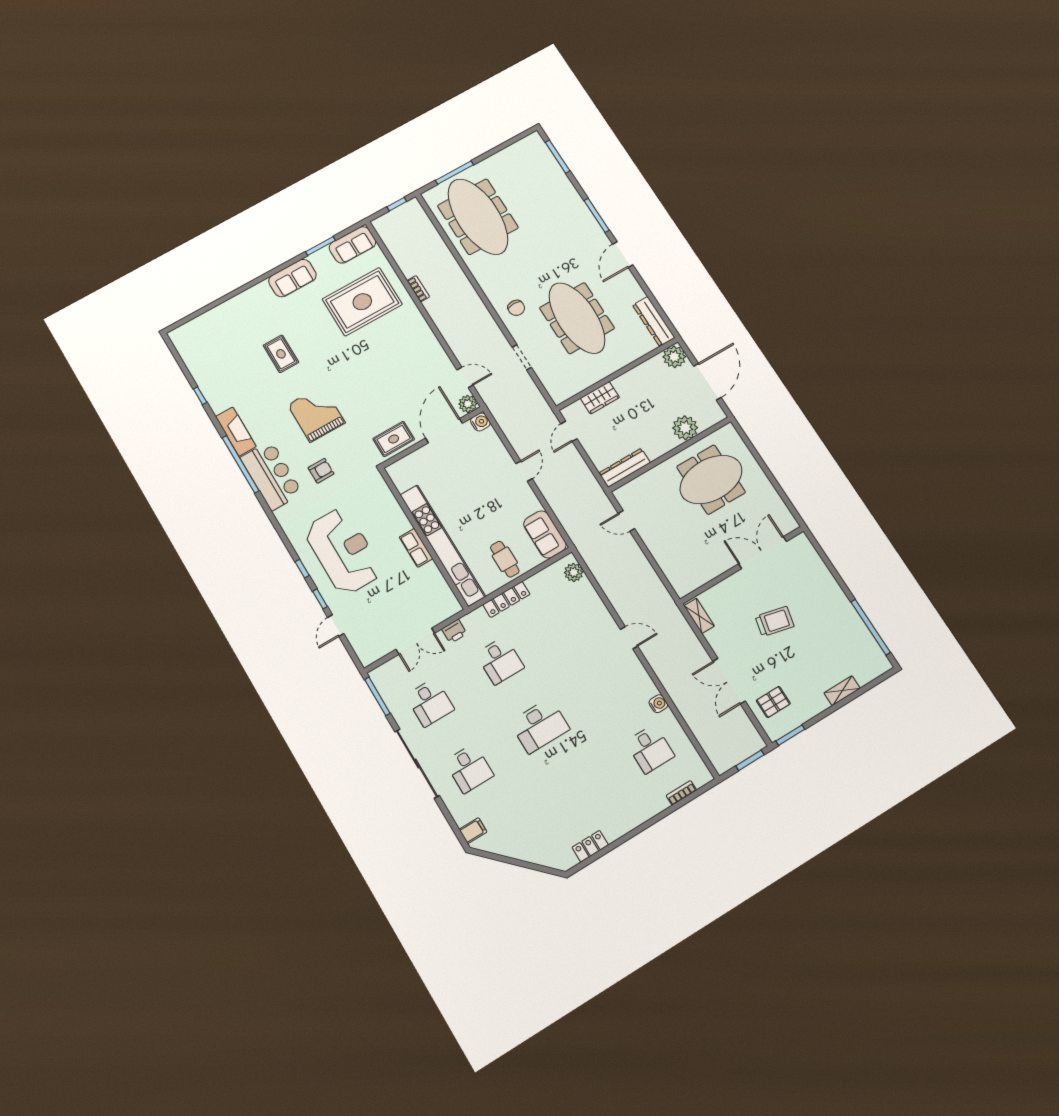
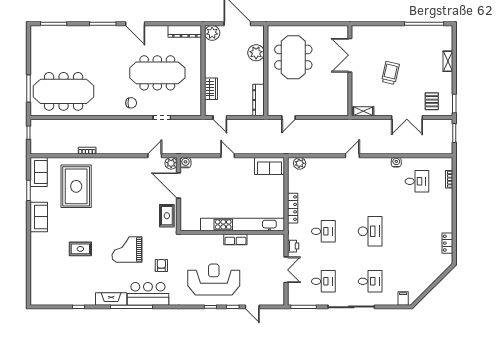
cafe table: (505, 559) -> (270, 196), removed

